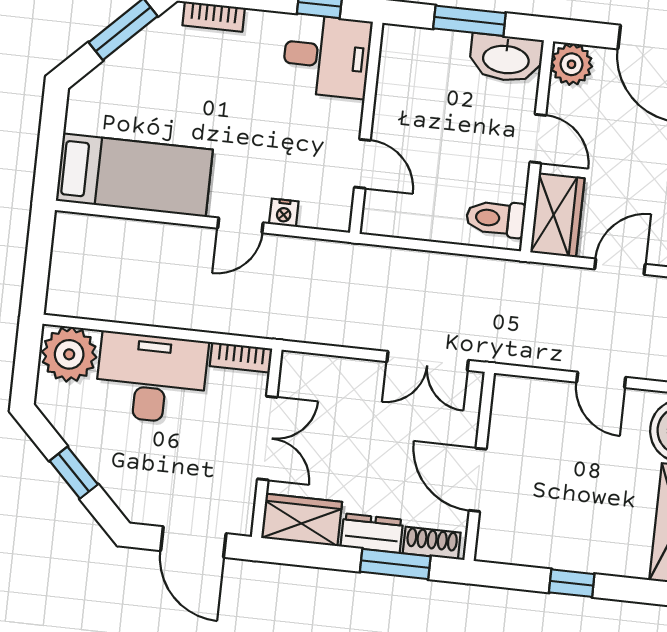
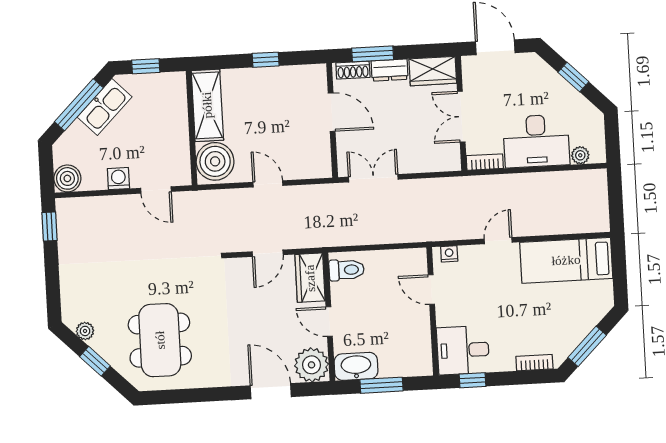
plant: (571, 64) -> (312, 365), width x1.36, depth x1.36
nightstand: (284, 213) -> (449, 254), moved
plant: (69, 354) -> (580, 155), width x0.53, depth x0.53

